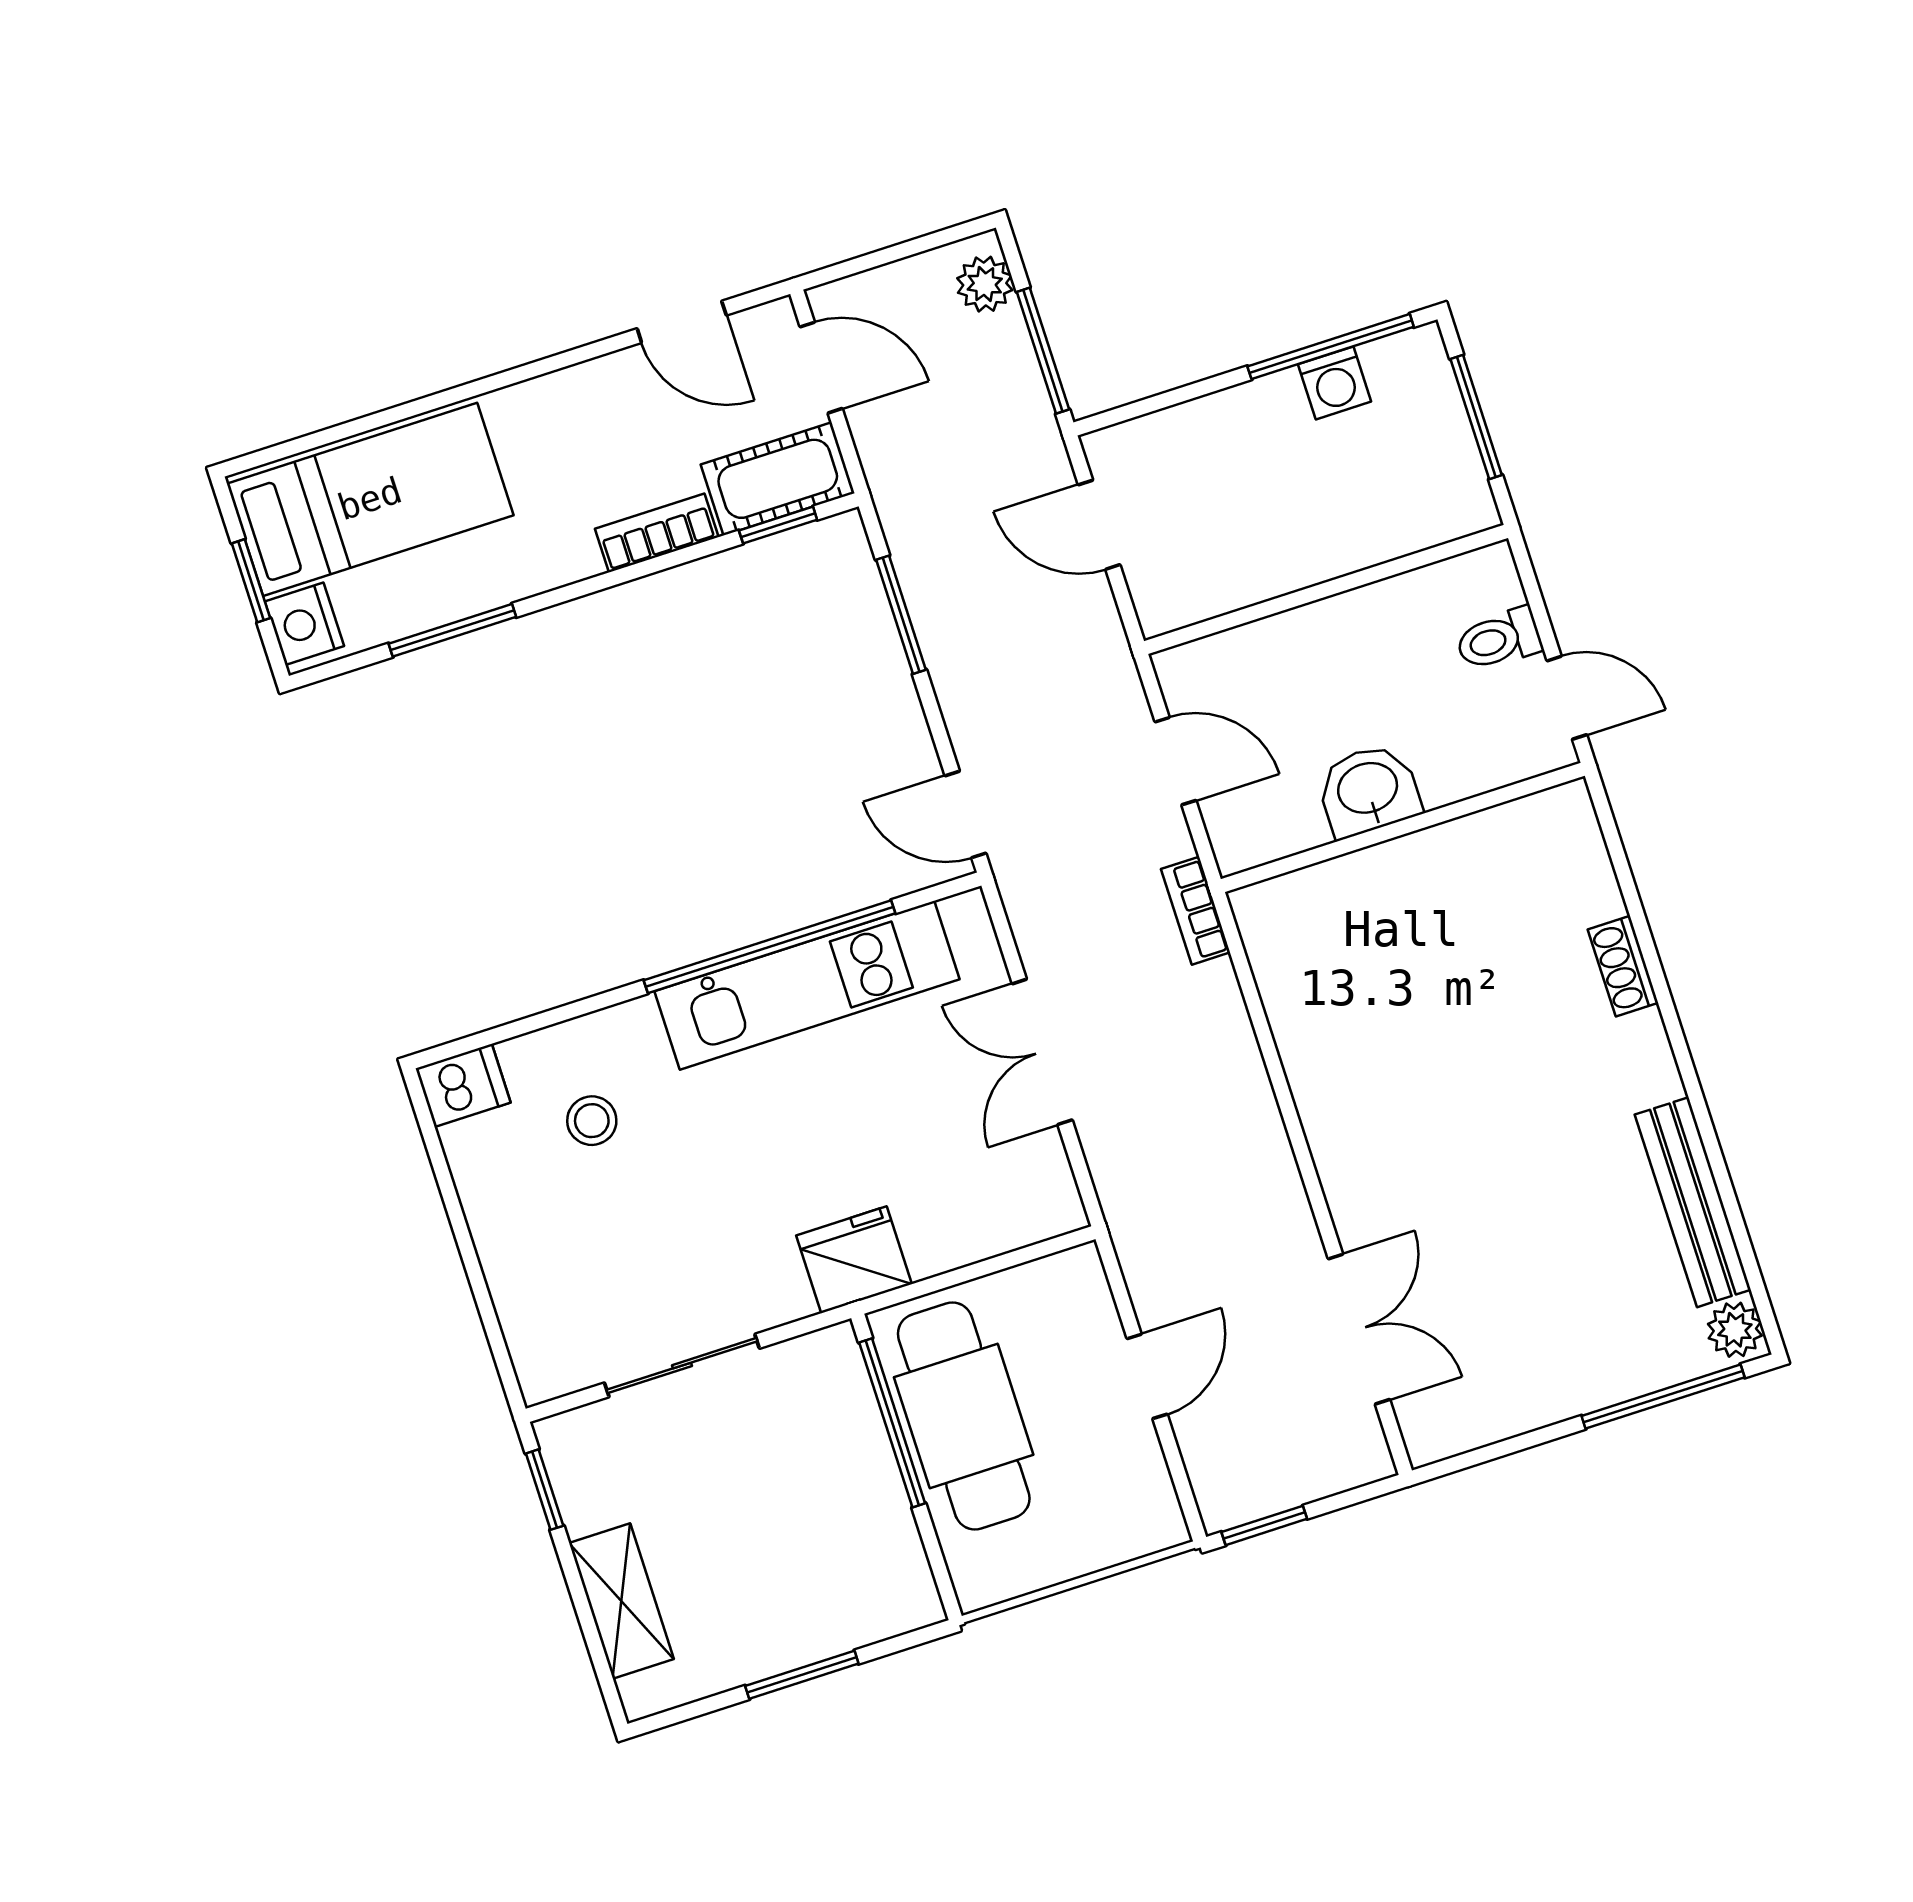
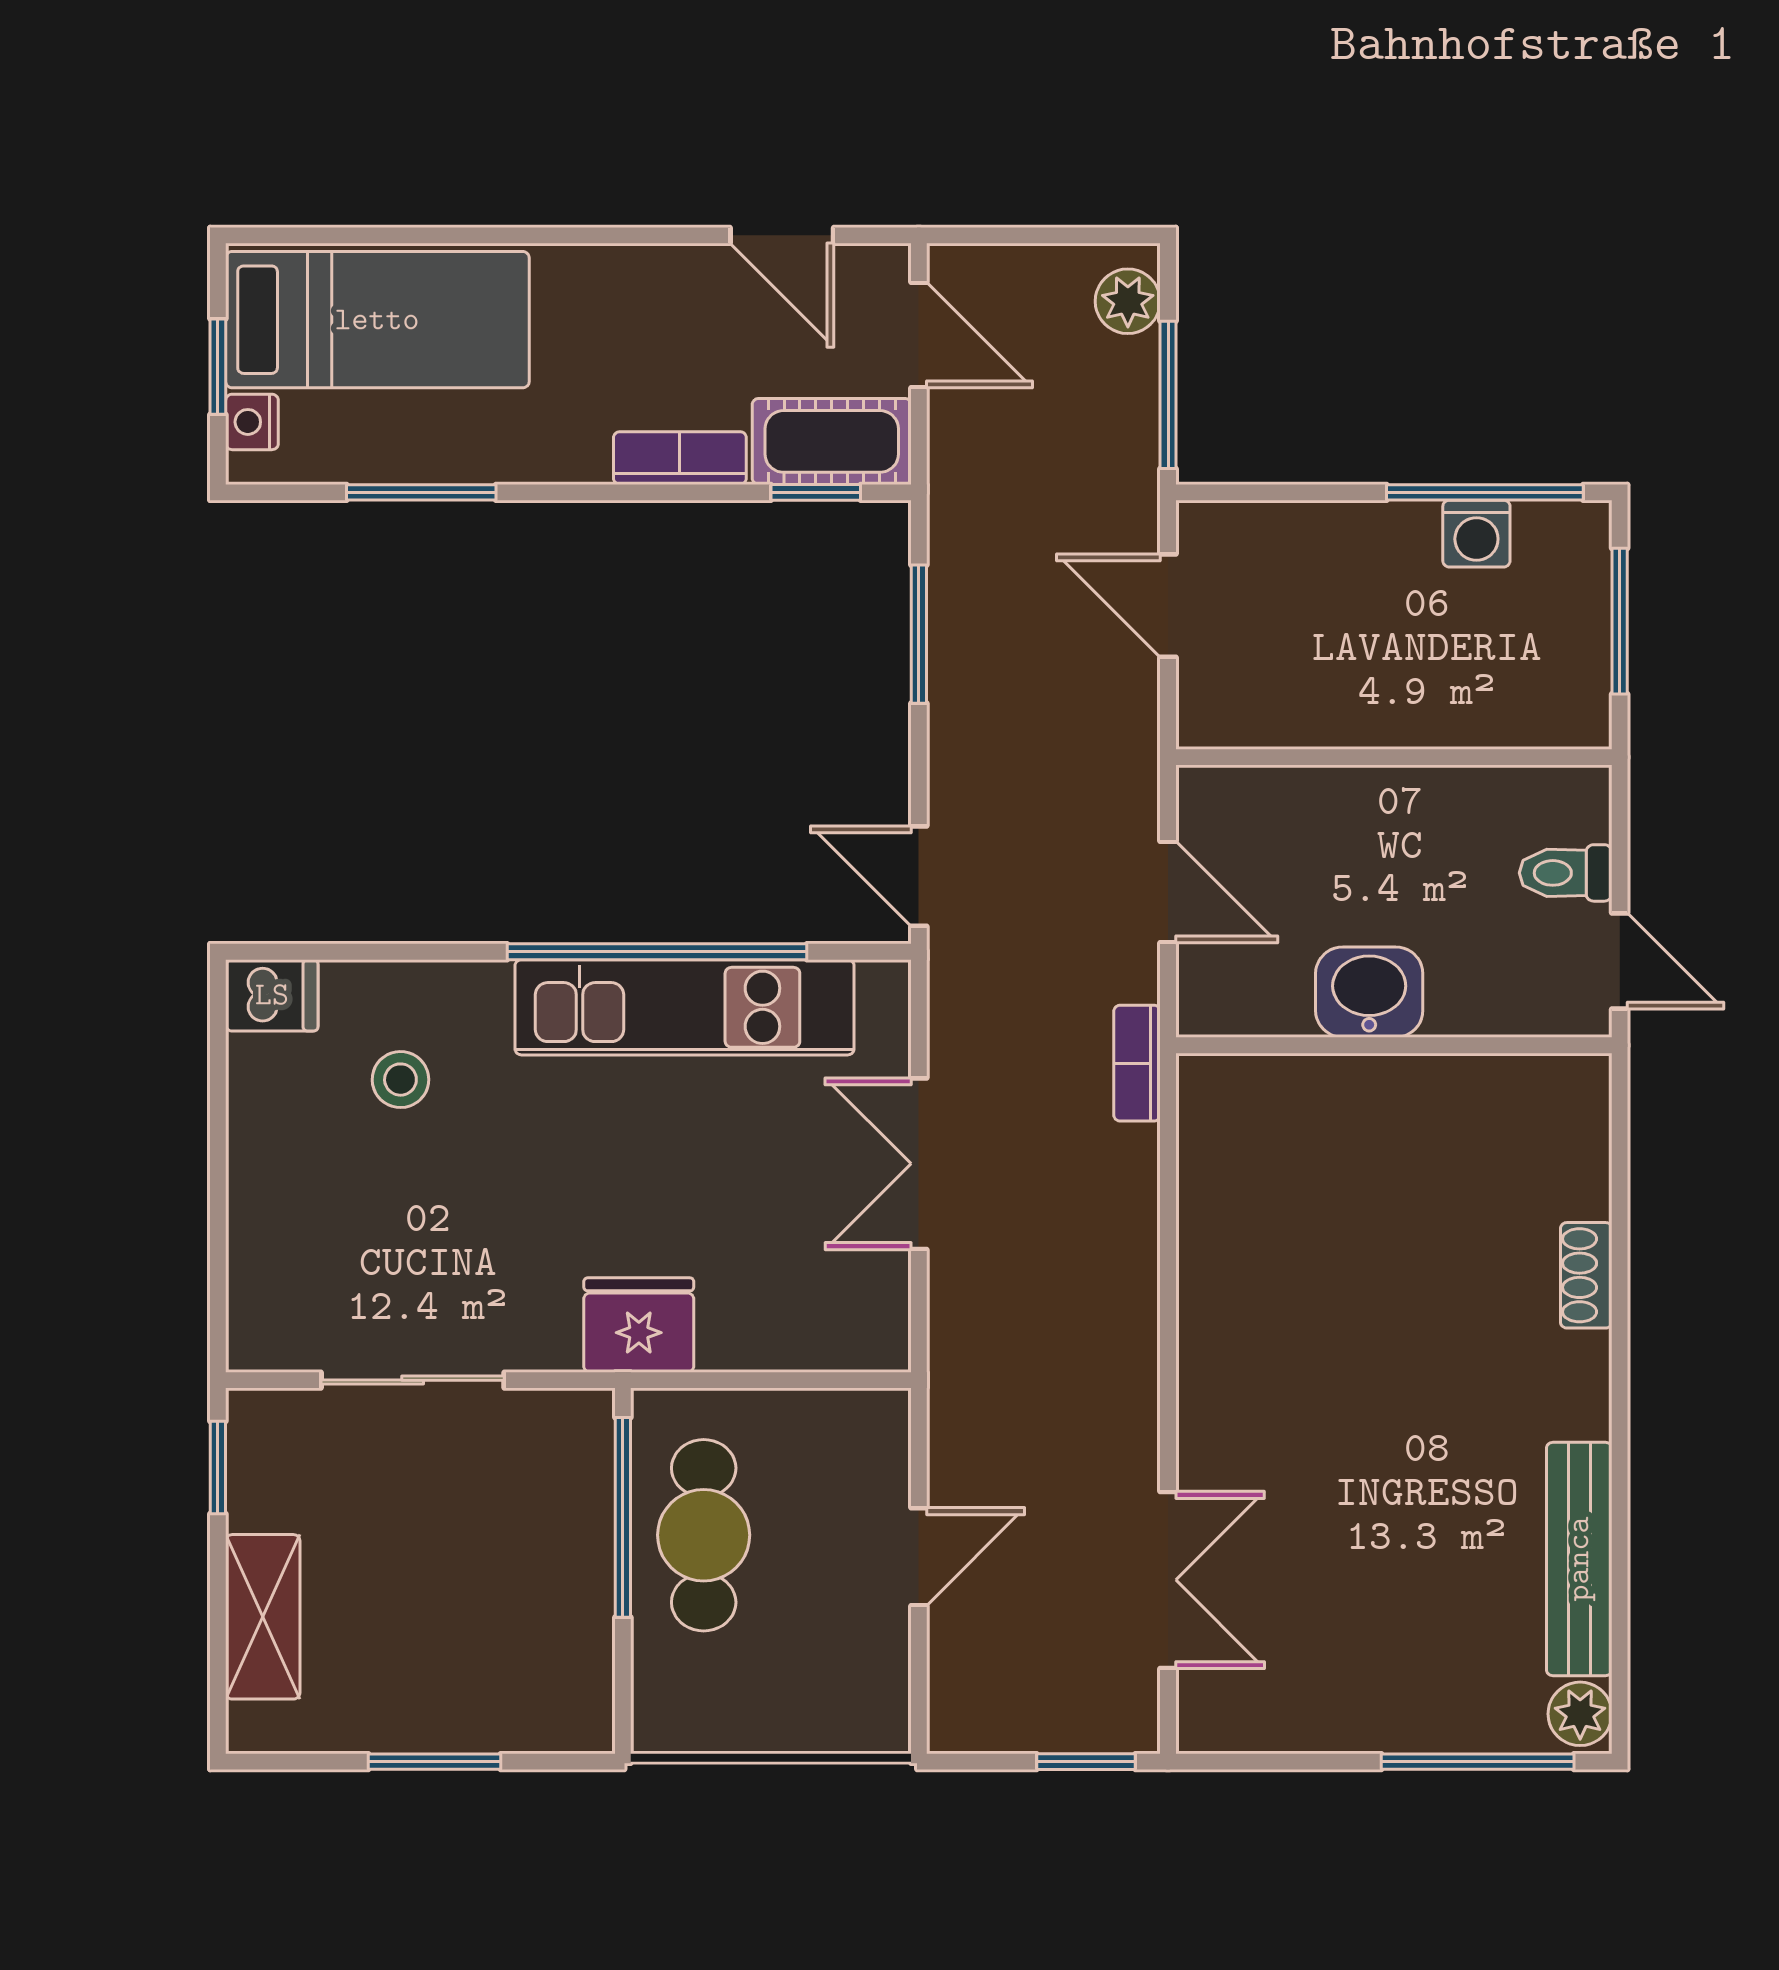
nightstand: (304, 624) -> (252, 422), width x0.72, depth x0.74
cafe table: (964, 1416) -> (704, 1535), width x0.73, depth x0.74
window: (1264, 1525) -> (1086, 1762), moved

